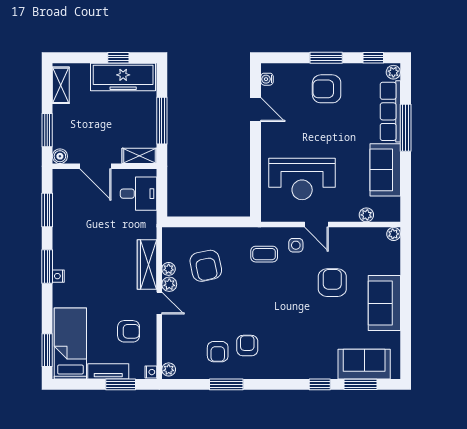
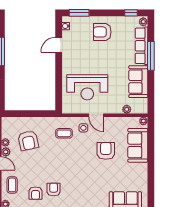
window: (326, 58) -> (79, 13), moved
door: (256, 110) -> (59, 45), swing flipped
sofa: (384, 303) -> (138, 145), moved
coffee table: (180, 338) -> (12, 185), added

